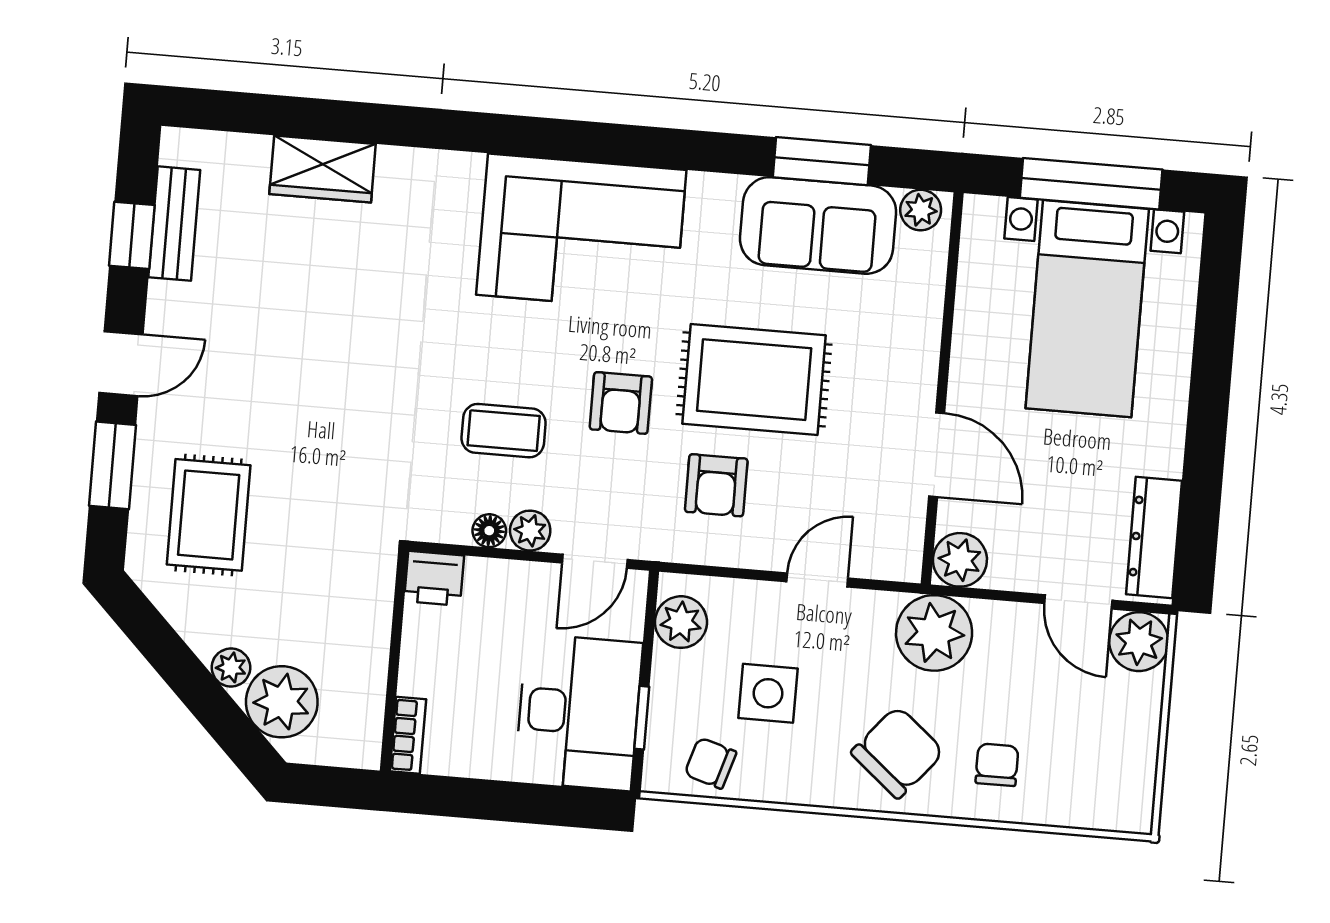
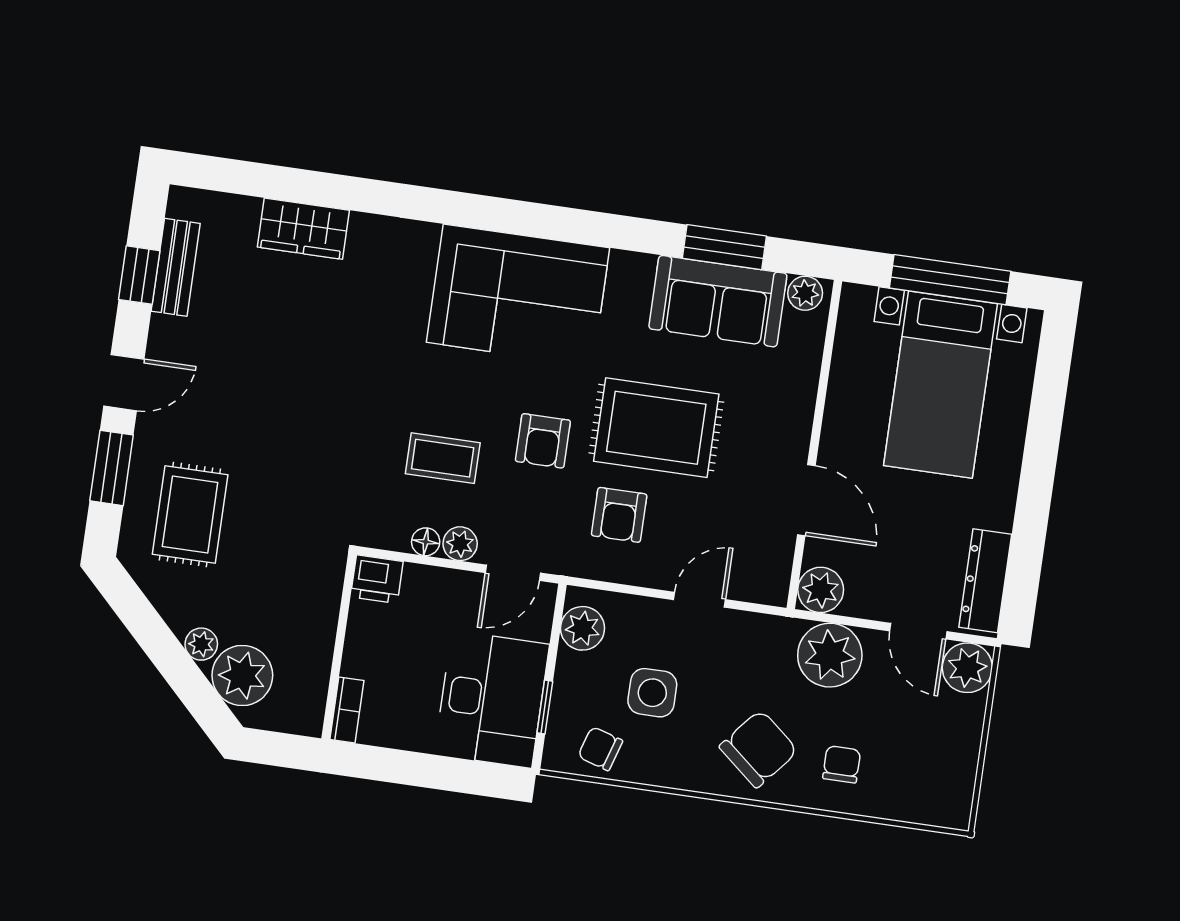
plant: (934, 633) -> (830, 655), moved

